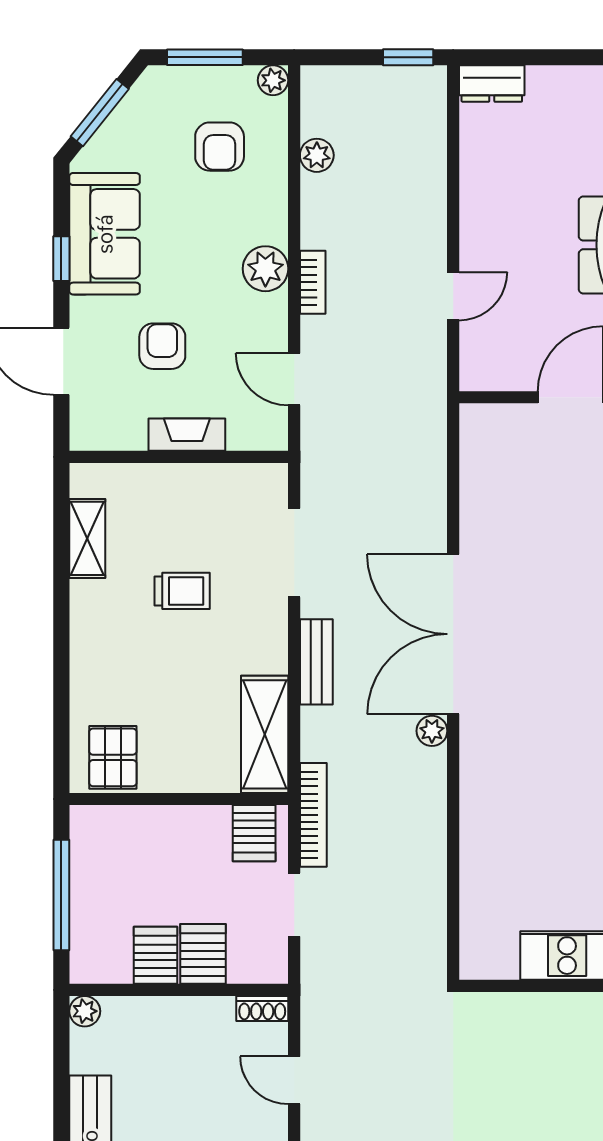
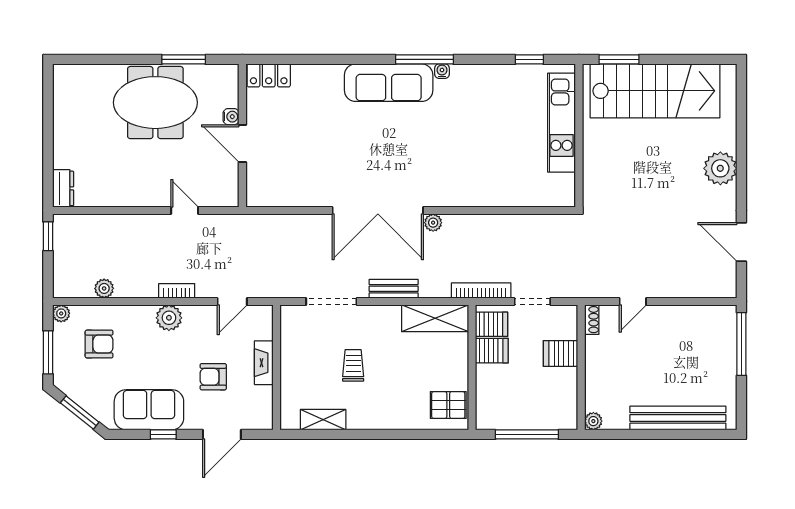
server rack: (156, 955) -> (492, 351), moved, turned 180

